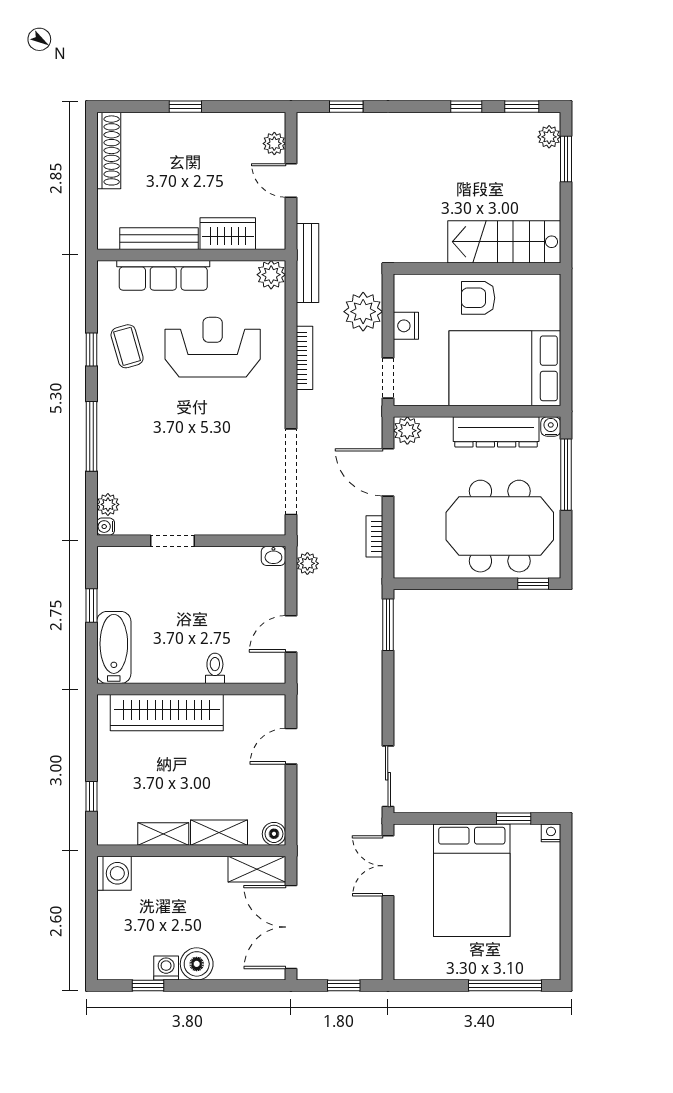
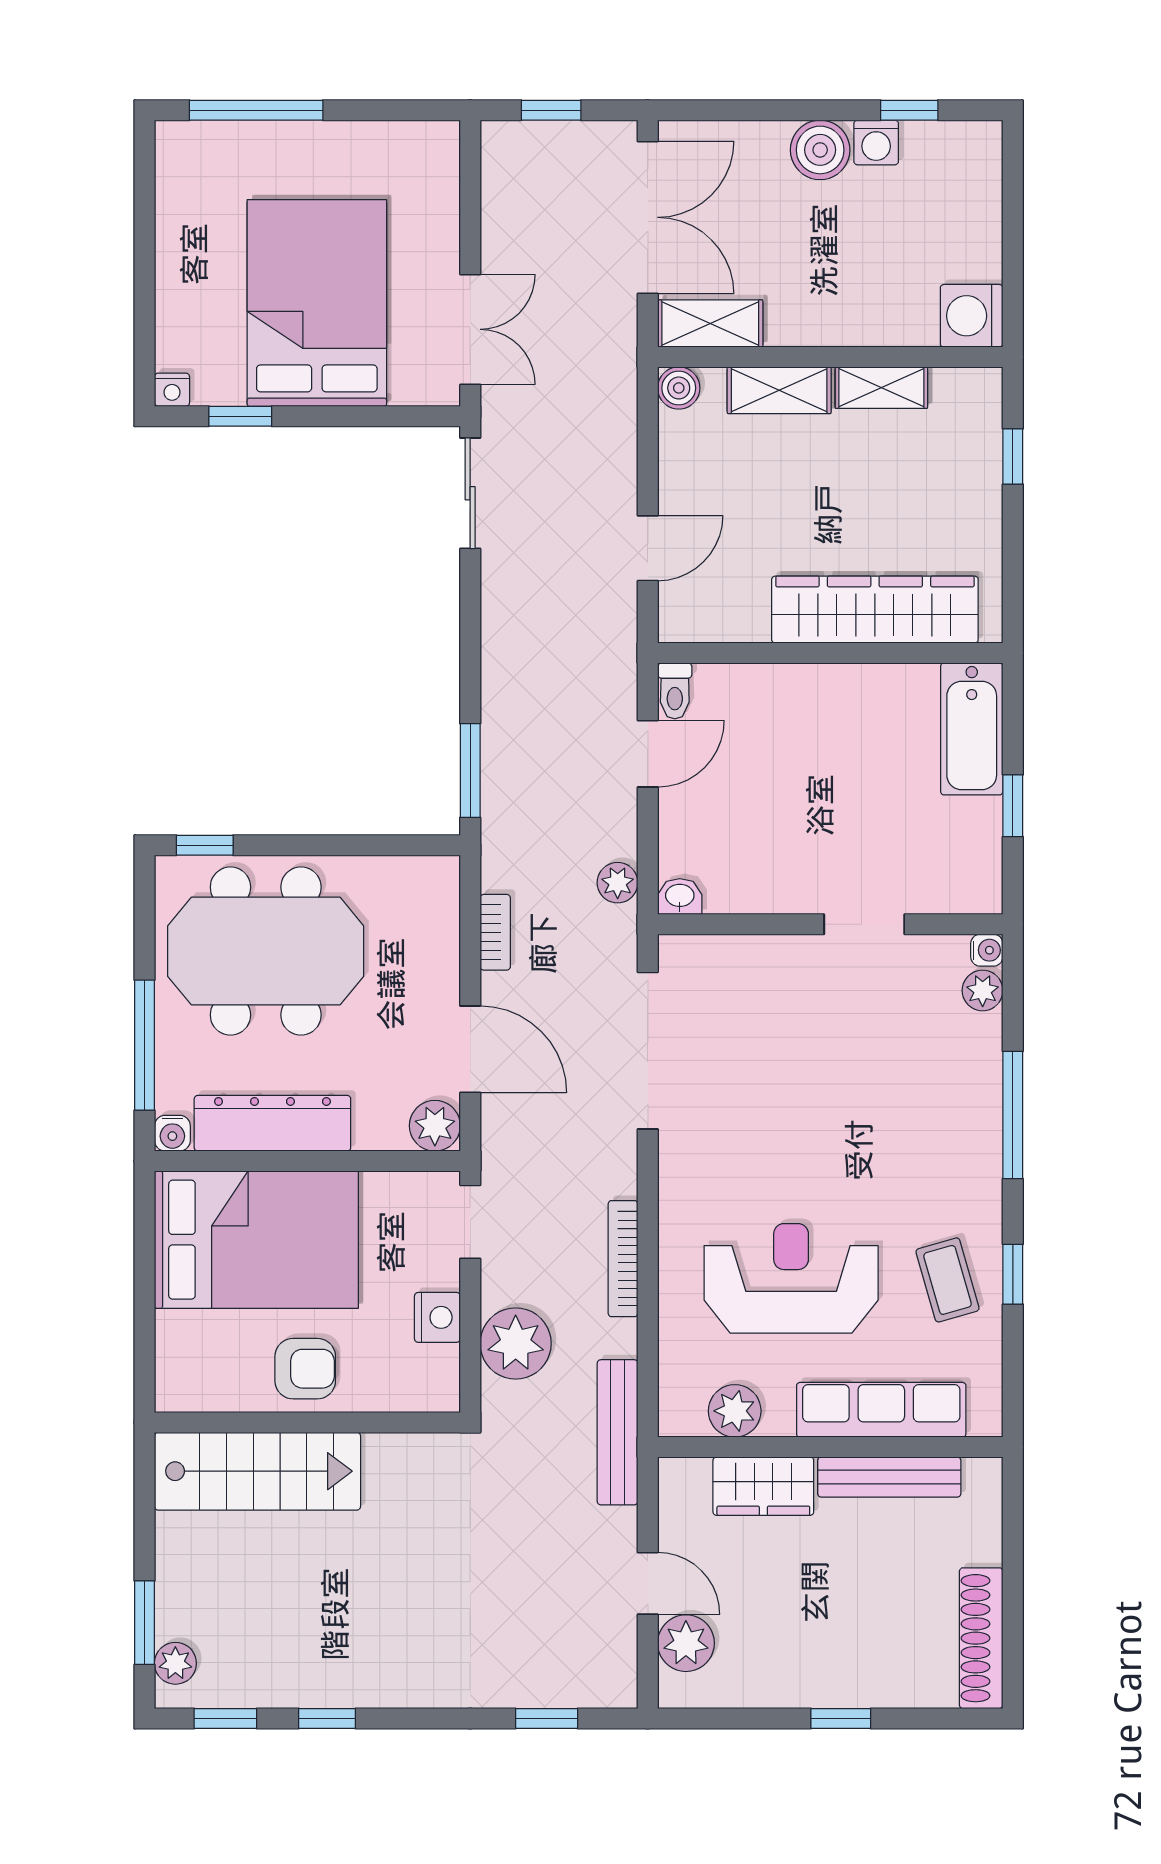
plant: (274, 144) -> (686, 1643), width x1.38, depth x1.38
plant: (271, 275) -> (735, 1411), moved
reception desk: (213, 347) -> (791, 1278), turned 180
toilet: (215, 668) -> (675, 691), moved

